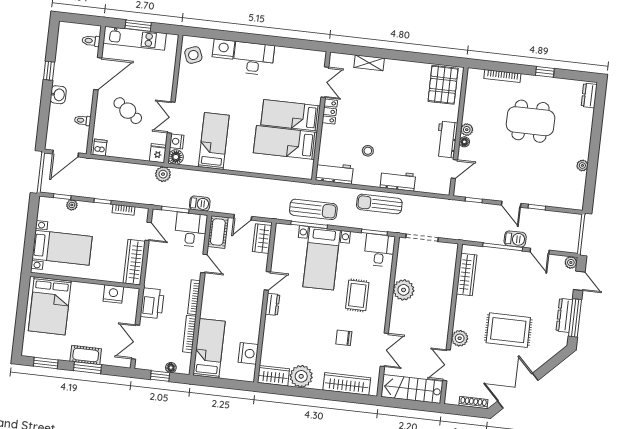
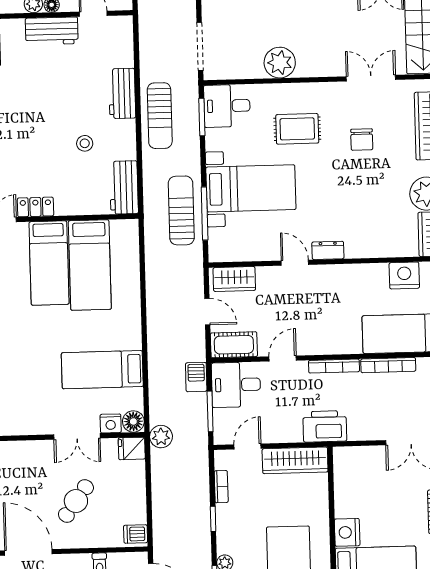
nightstand: (113, 294) -> (347, 532), moved
printer: (152, 303) -> (325, 426), moved

